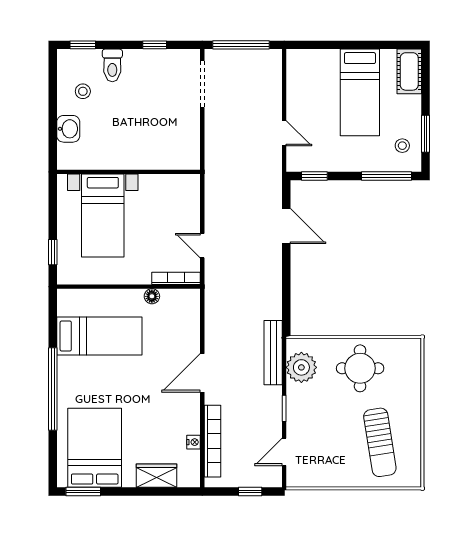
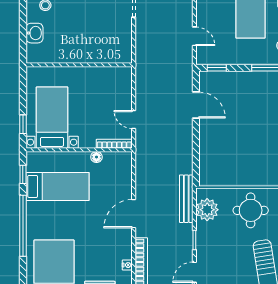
bed with nightstands: (103, 215) -> (52, 118), moved, turned 180
window: (53, 320) -> (23, 174), added

